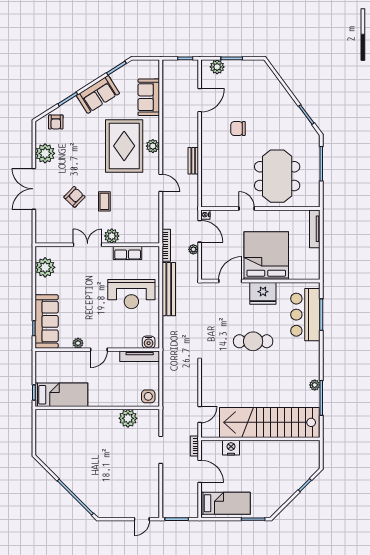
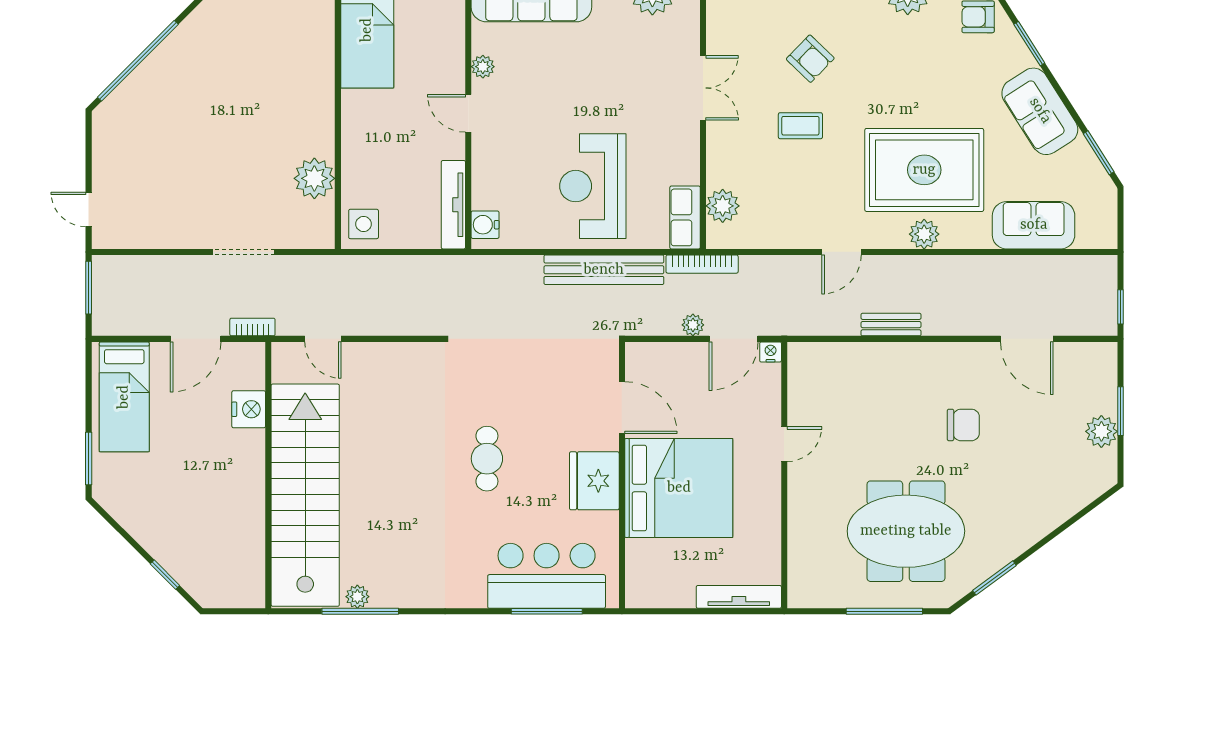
plant: (217, 67) -> (1101, 431), moved
chair: (238, 129) -> (963, 425), turned 90
meeting table: (277, 176) -> (906, 531), moved
plant: (112, 236) -> (723, 206), moved
row of seats: (128, 253) -> (685, 217), moved
cafe table: (253, 341) -> (487, 459), width x0.73, depth x0.74
plant: (315, 385) -> (357, 597), moved

